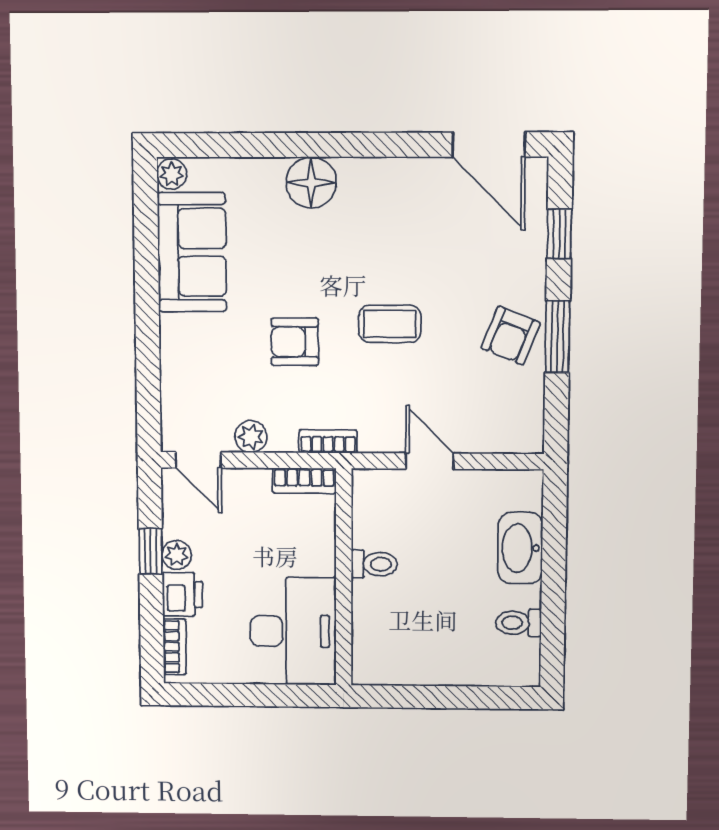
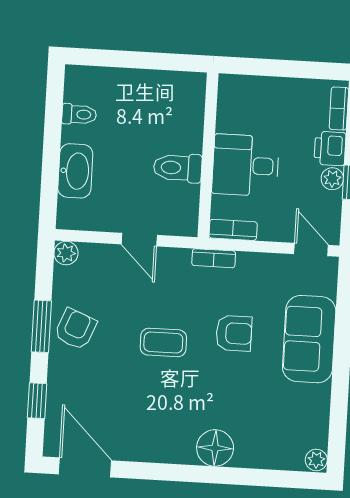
sofa: (192, 252) -> (309, 339), moved
plant: (251, 437) -> (66, 253), moved
toilet: (374, 564) -> (178, 168), width x1.37, depth x1.39
desk: (293, 631) -> (246, 165), moved, width x0.73

